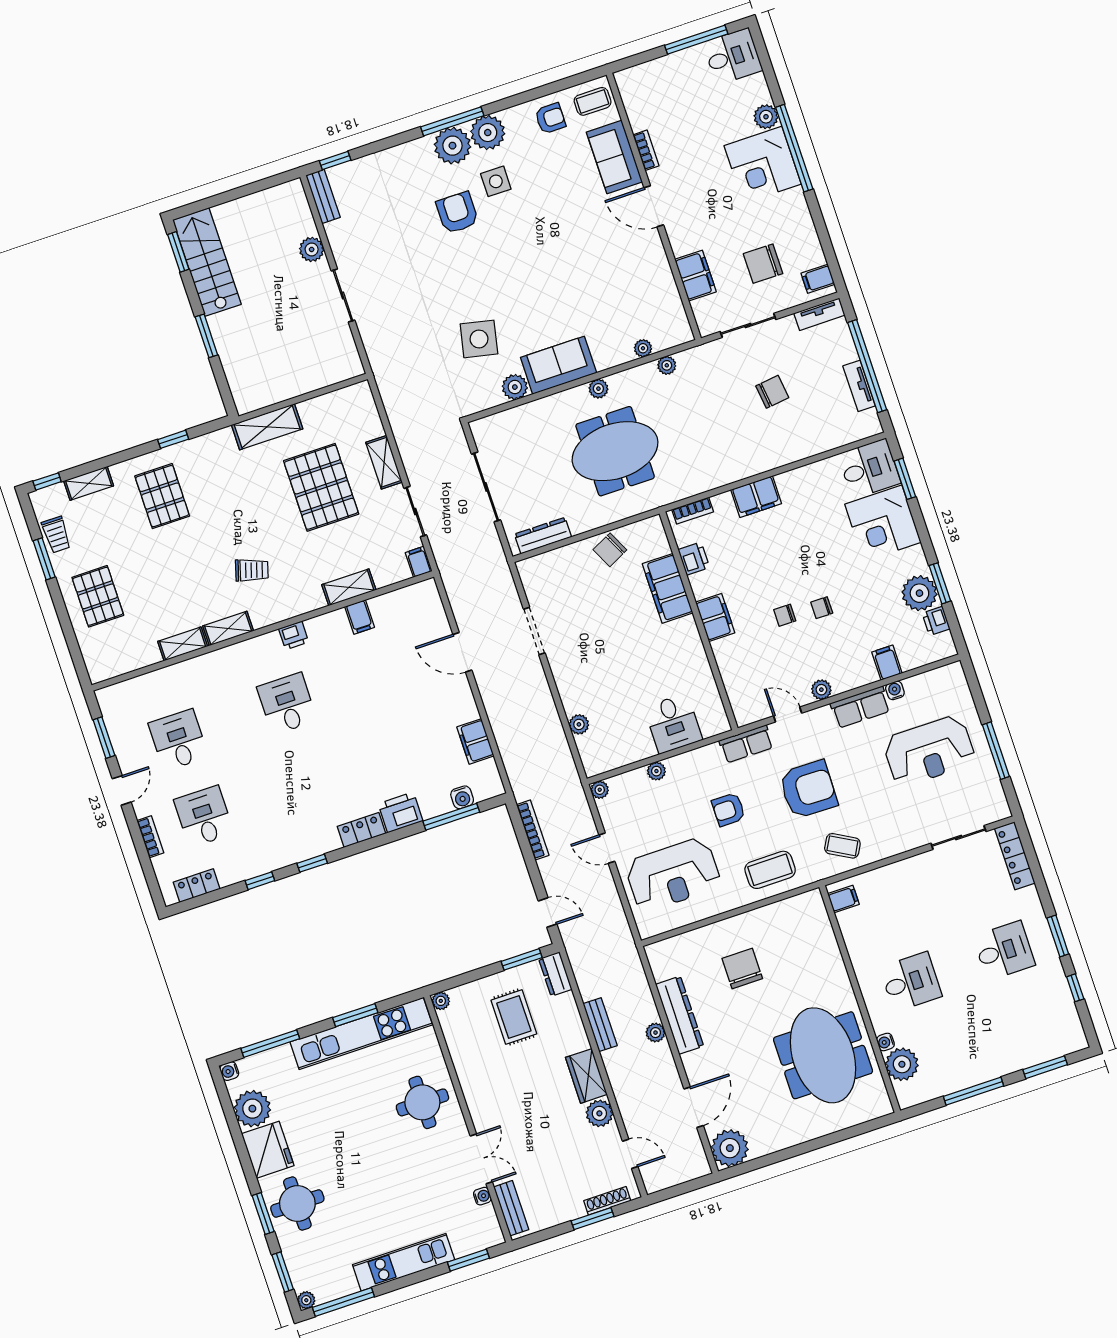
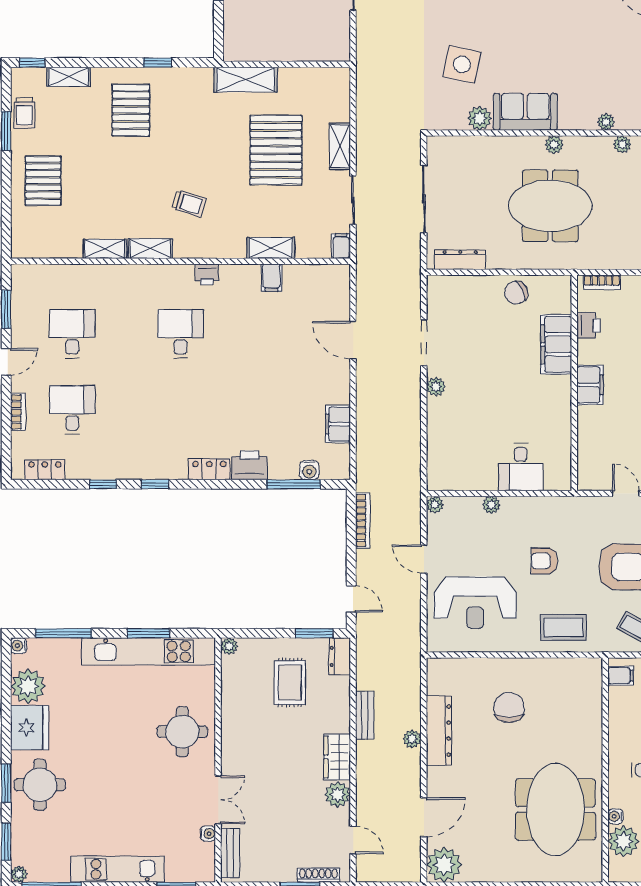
plant: (579, 724) -> (436, 387), moved
row of seats: (746, 744) -> (580, 508), removed

